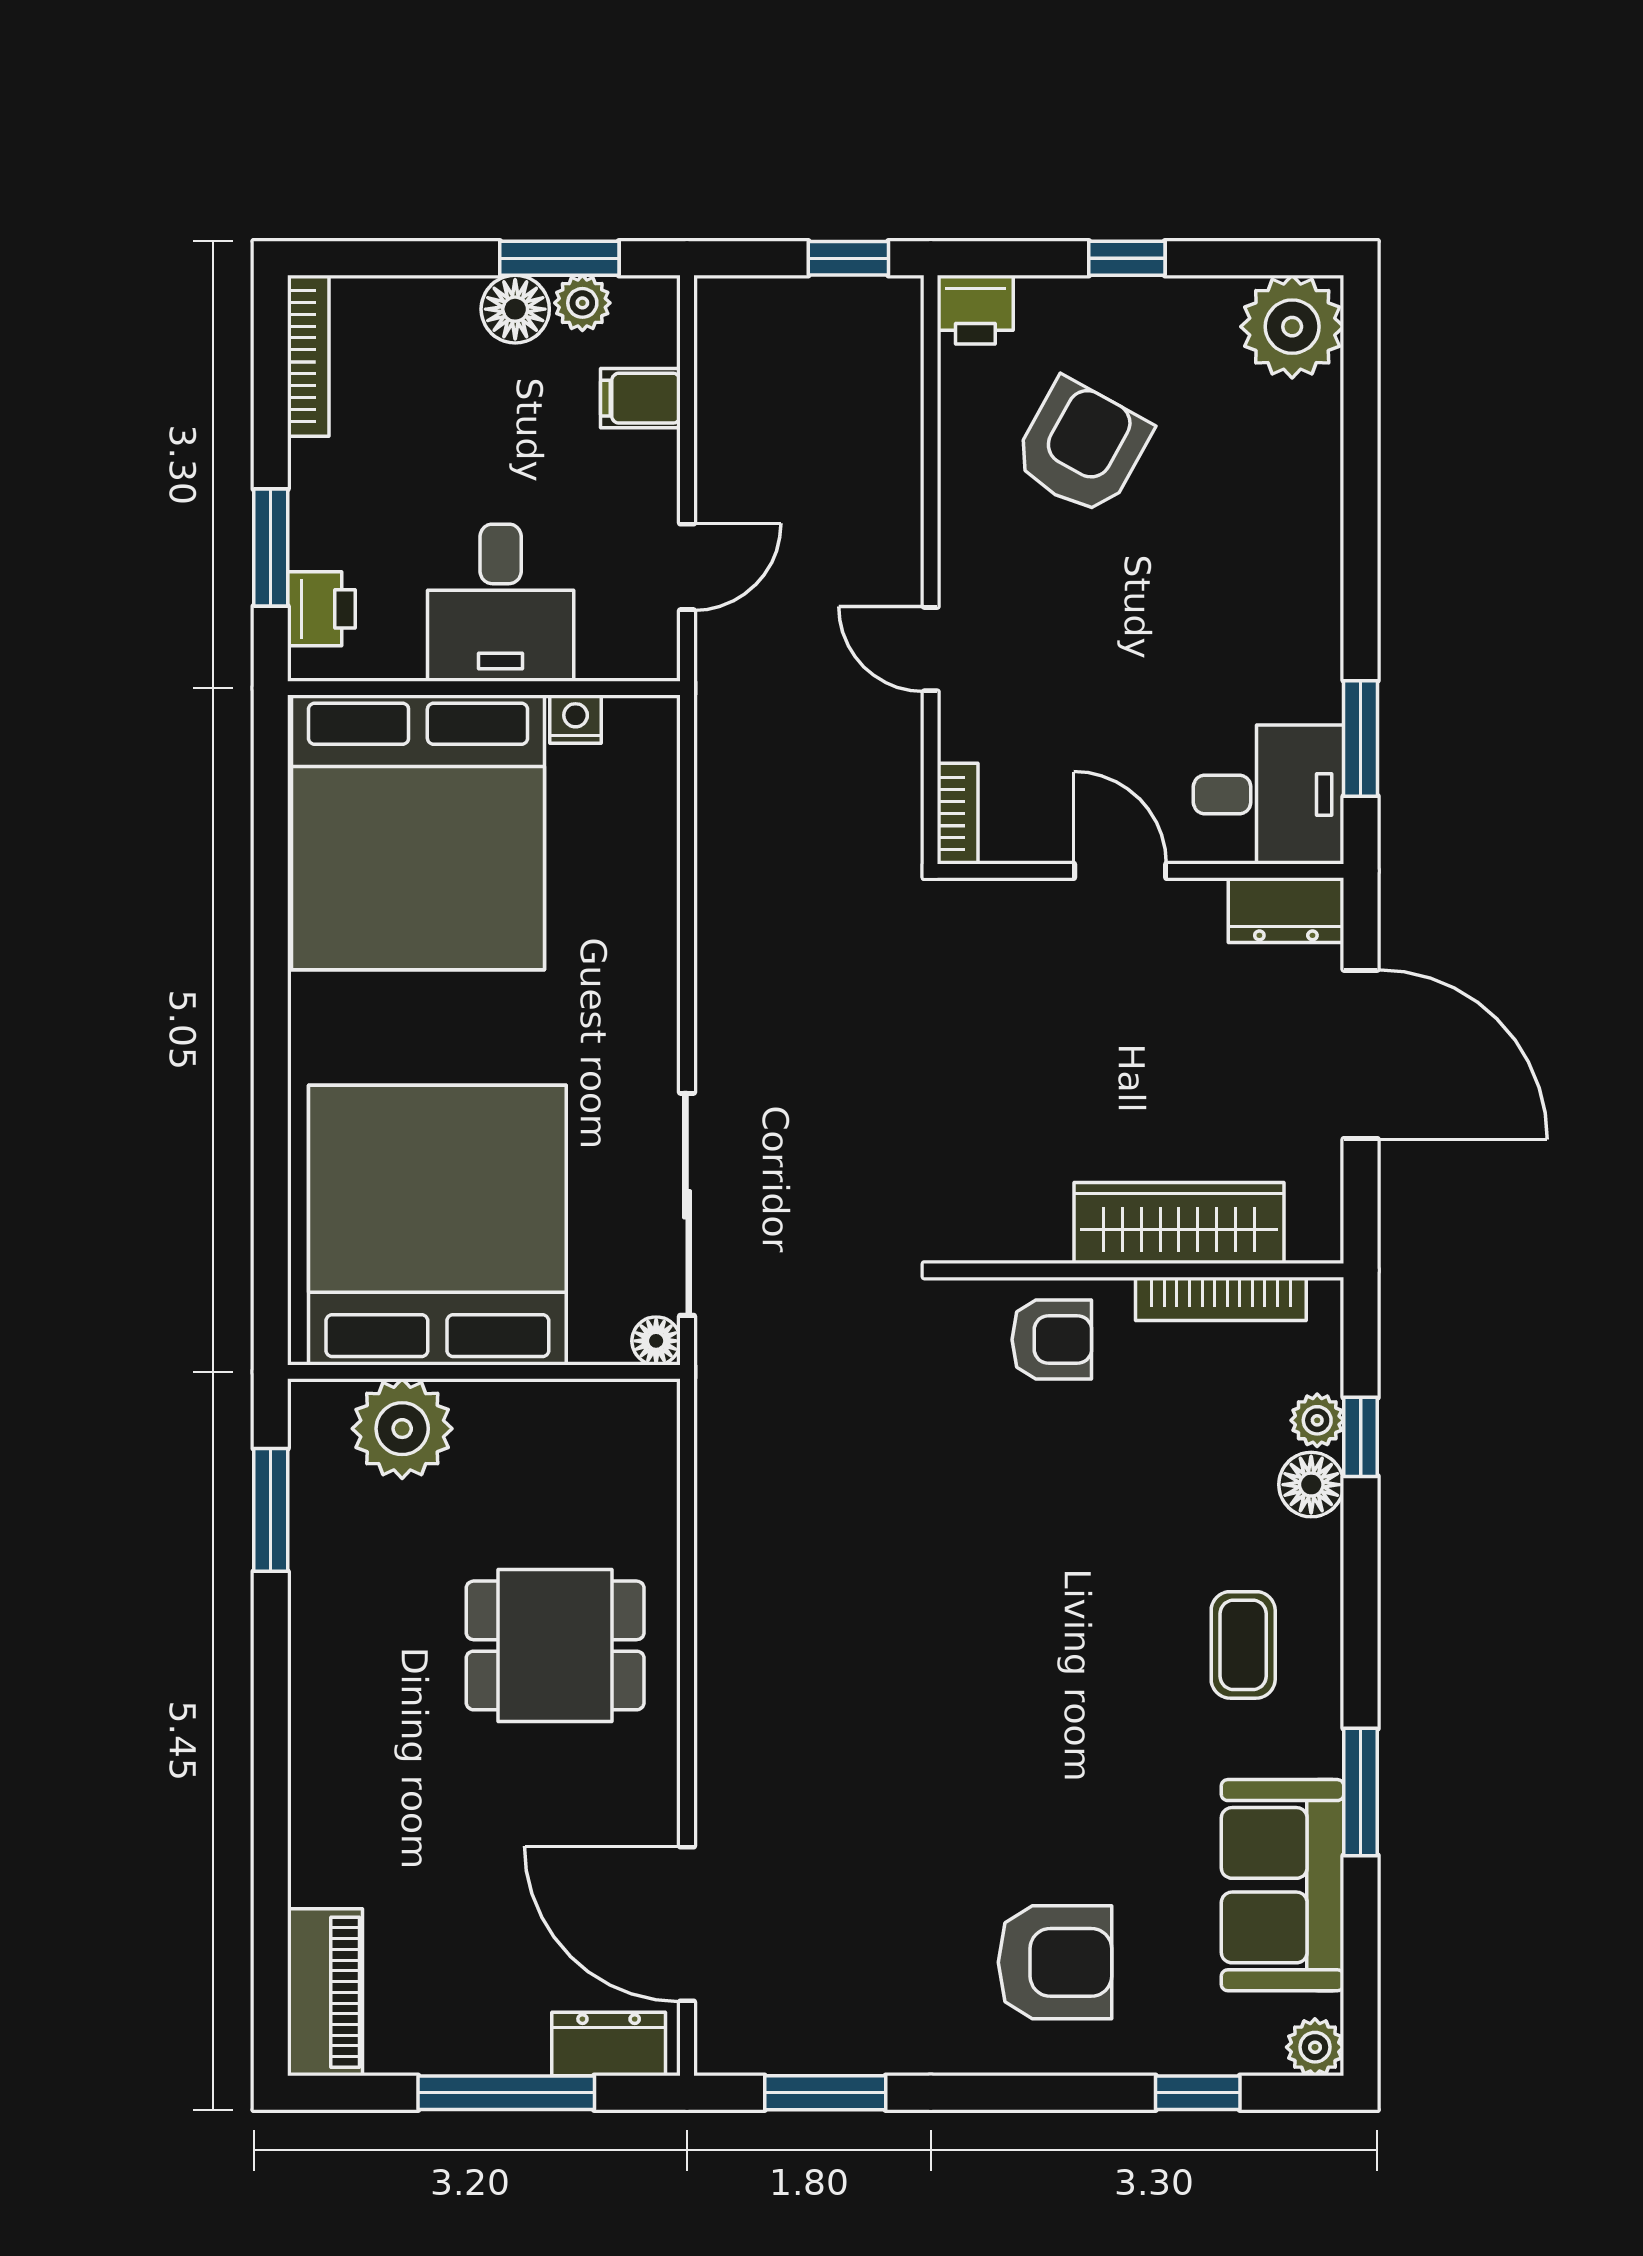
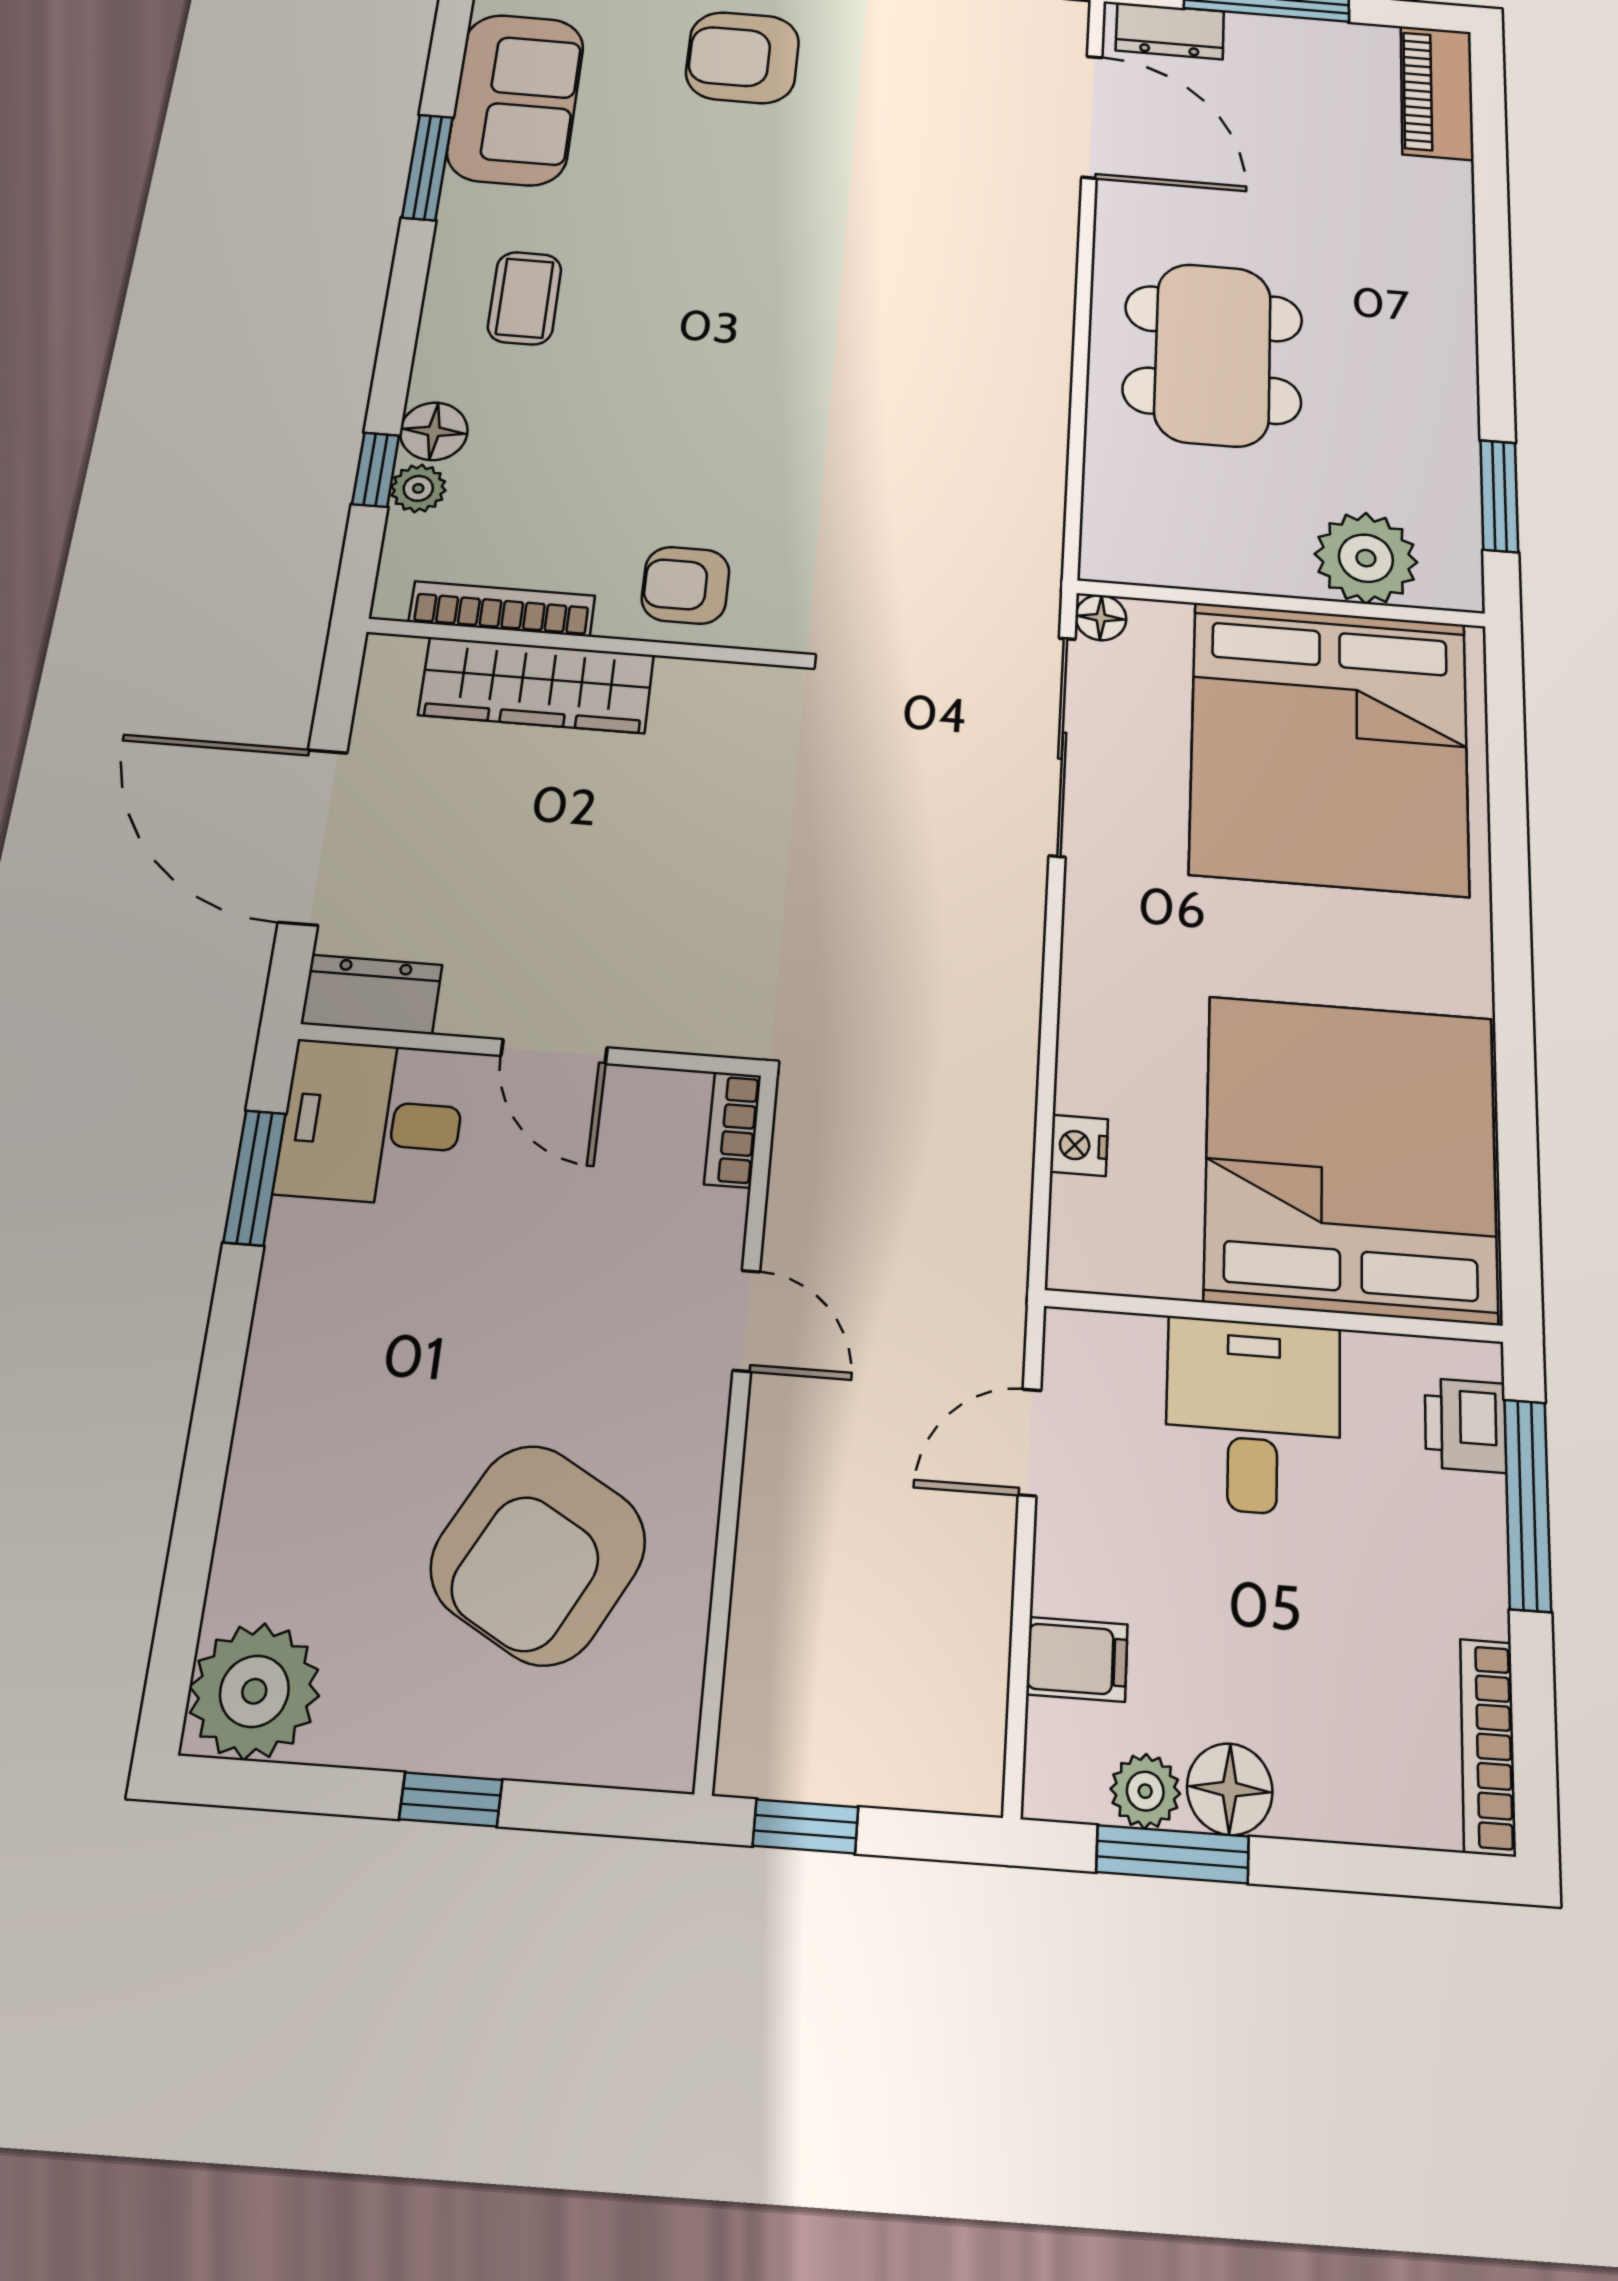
printer: (975, 310) -> (651, 1744), removed
armchair: (1082, 447) -> (538, 1554), width x1.36, depth x1.36
window: (271, 548) -> (1527, 1505), width x1.44
nightstand: (576, 719) -> (1079, 1145), moved, turned 90
dining table: (555, 1645) -> (1213, 354), width x1.38

